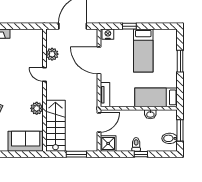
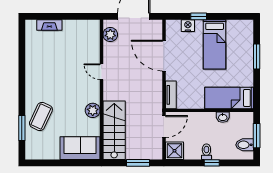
nightstand: (108, 34) -> (188, 26), moved
plant: (52, 54) -> (110, 35), moved

